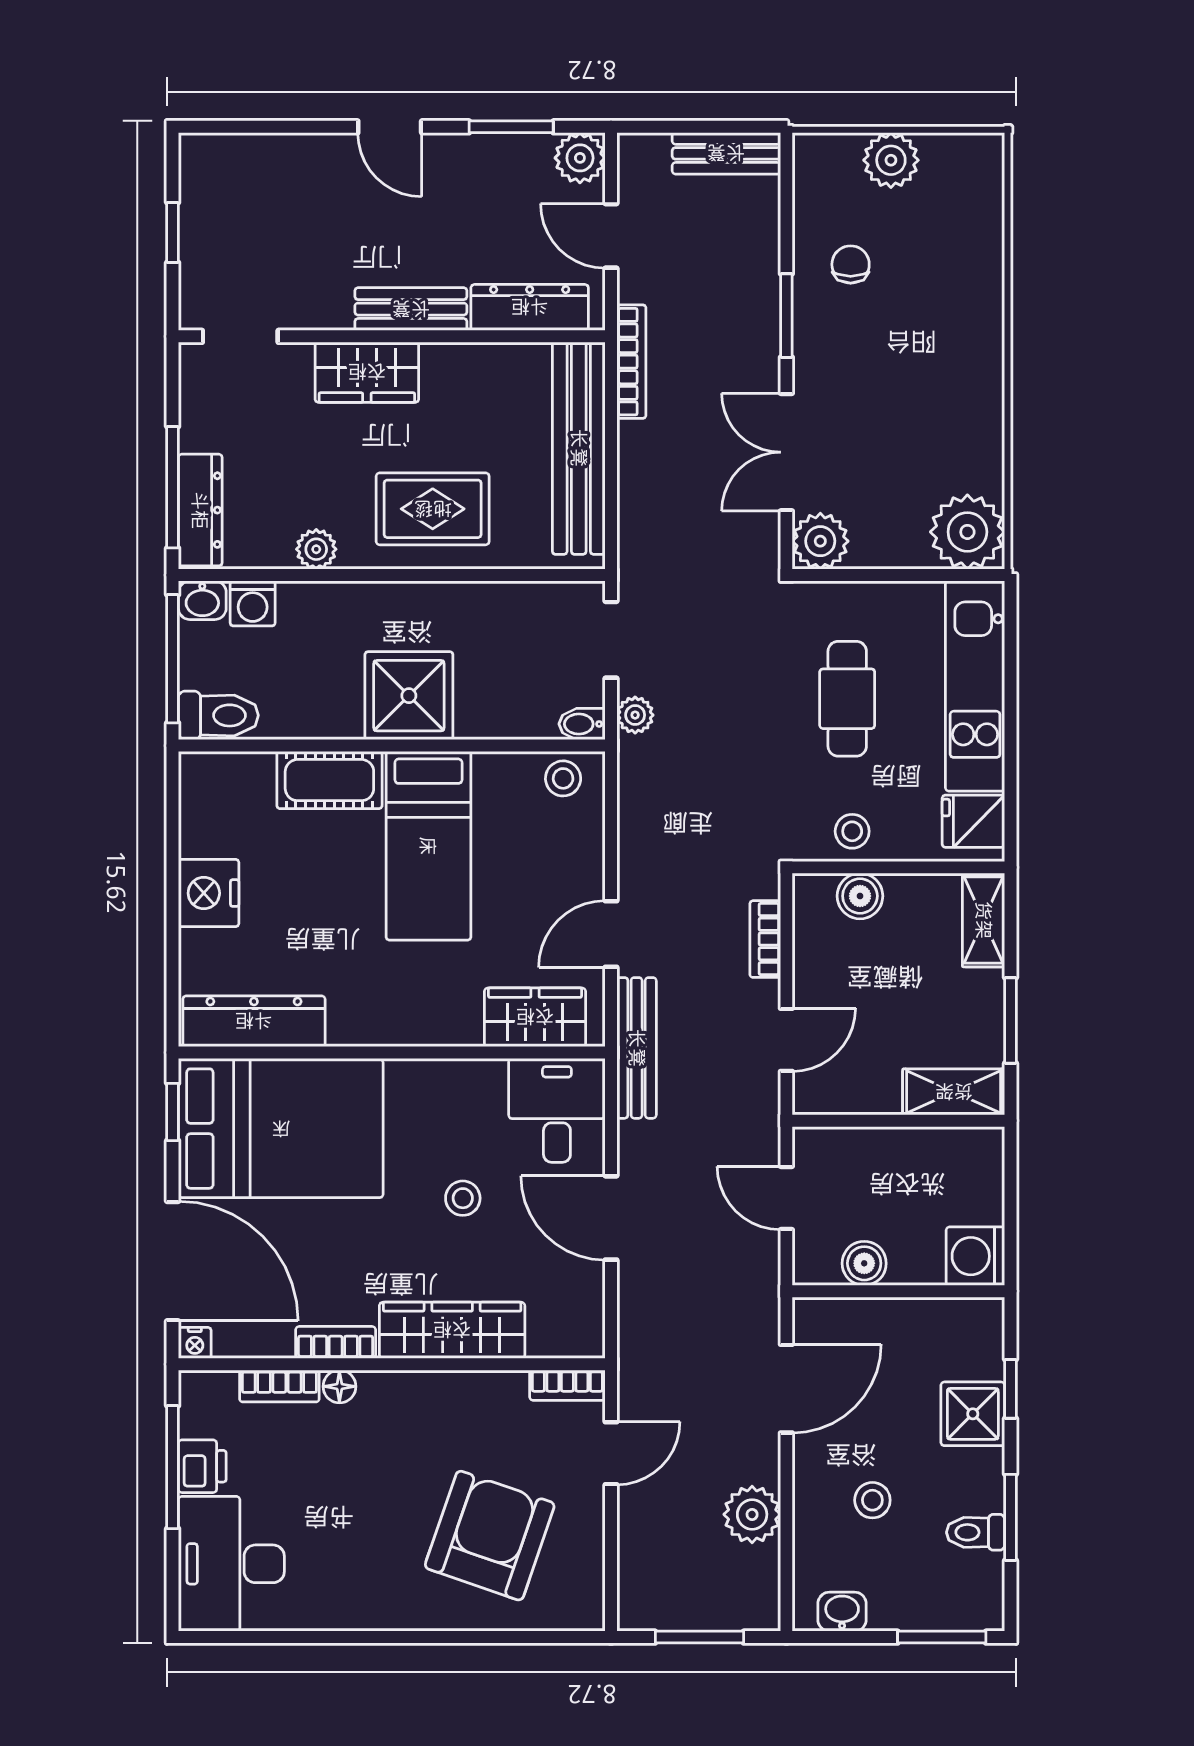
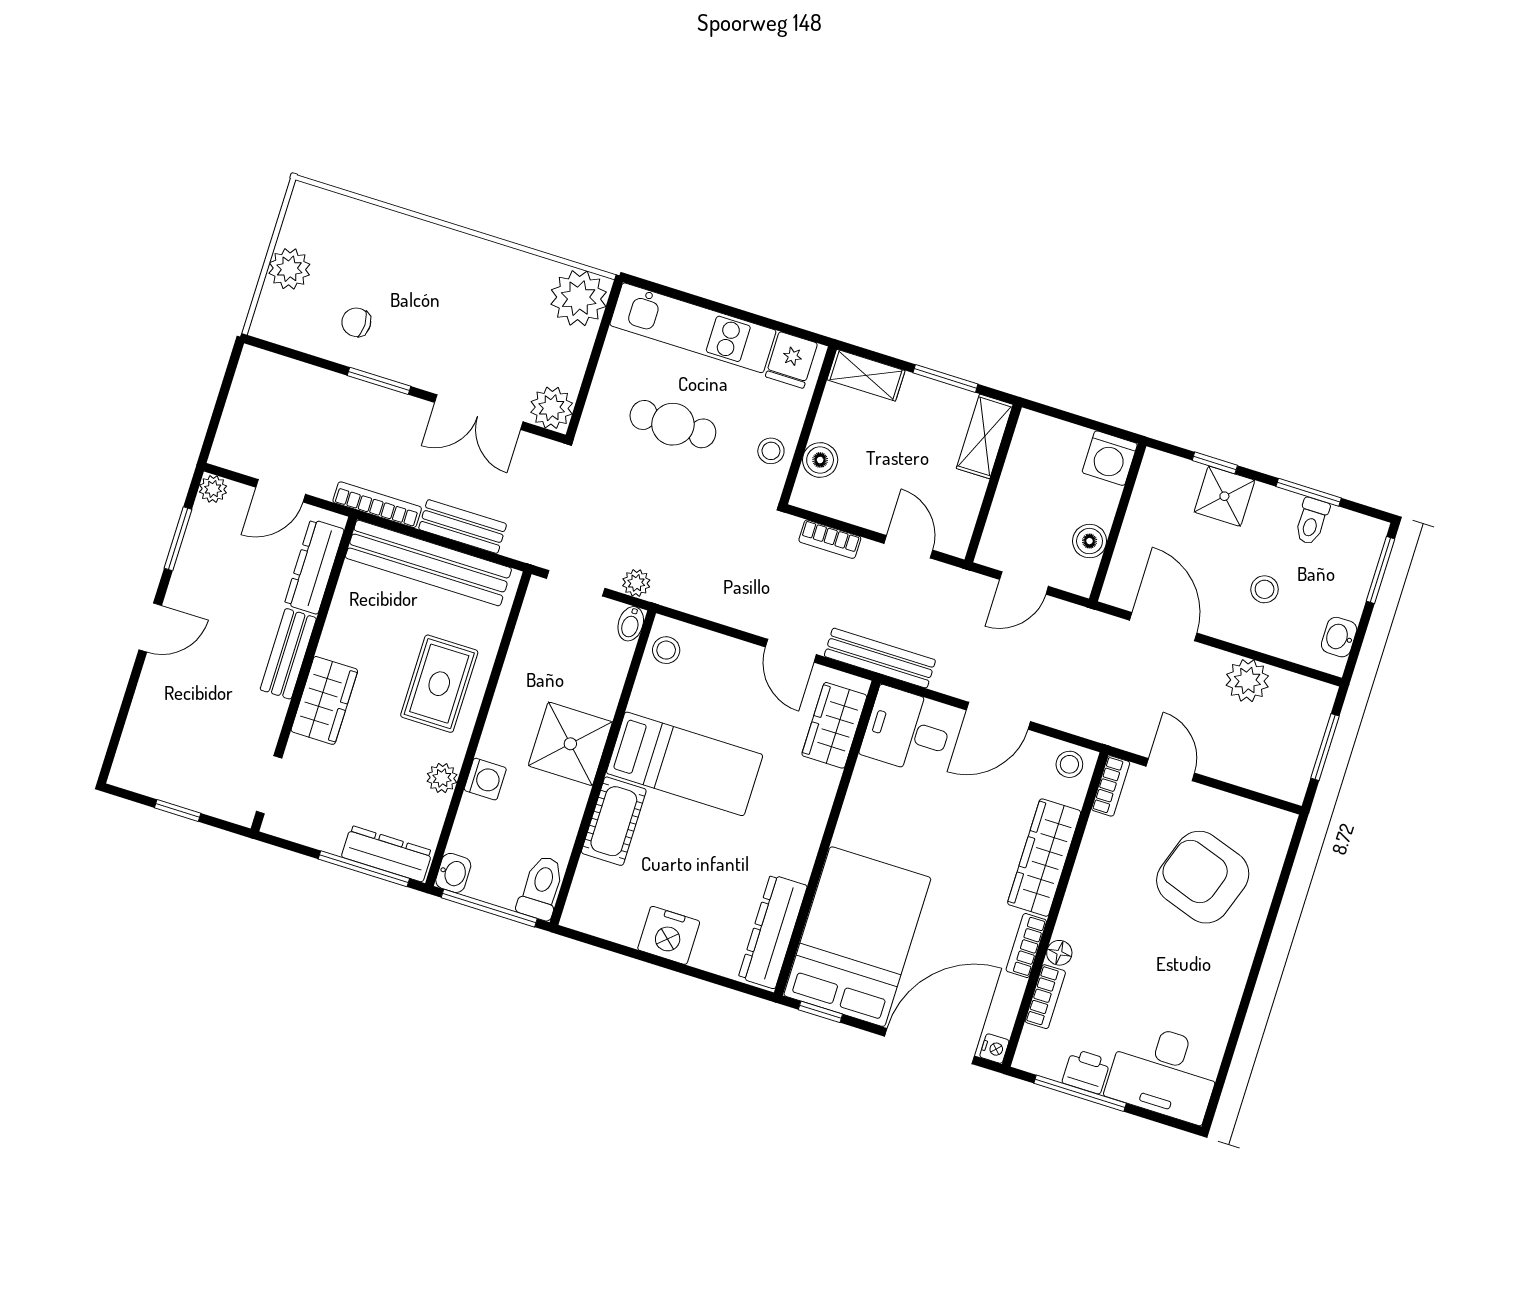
bench: (726, 153) -> (463, 527), moved, turned 90
plant: (580, 158) -> (213, 489), width x0.73, depth x0.73
washing machine: (253, 603) -> (485, 779), moved
stool: (463, 1198) -> (1069, 764), moved

